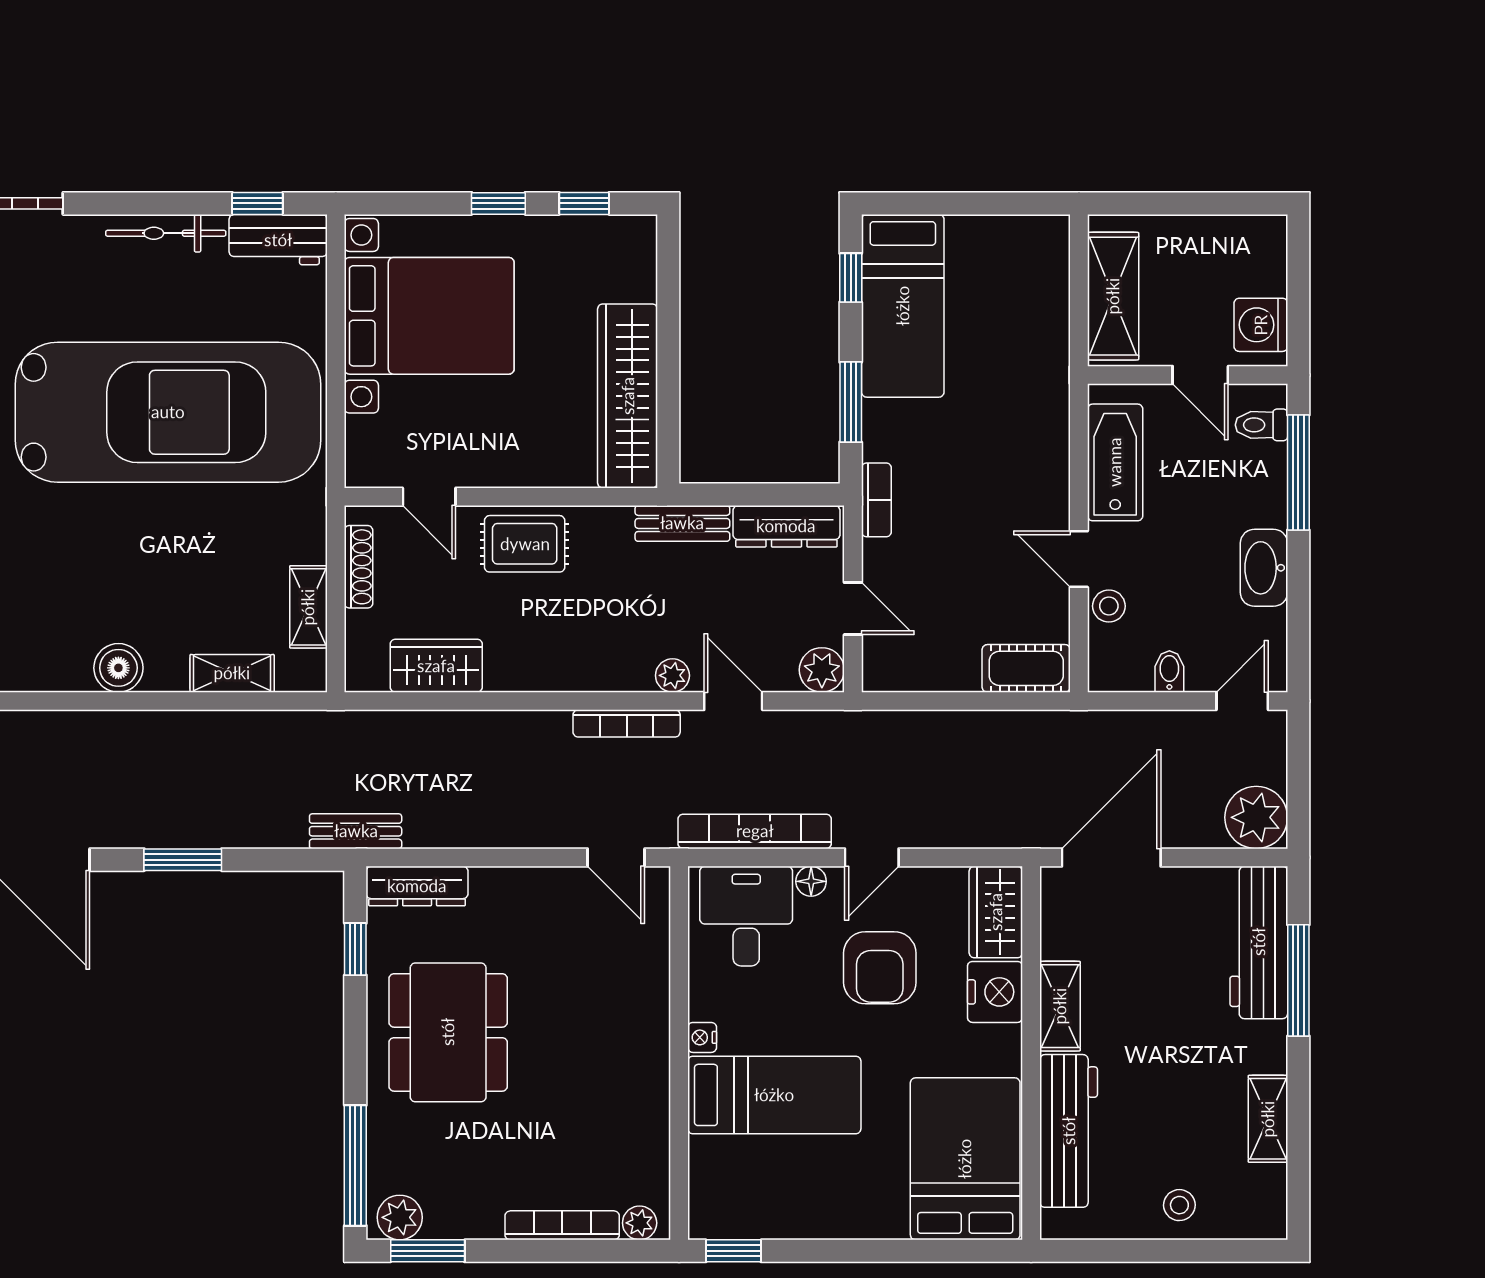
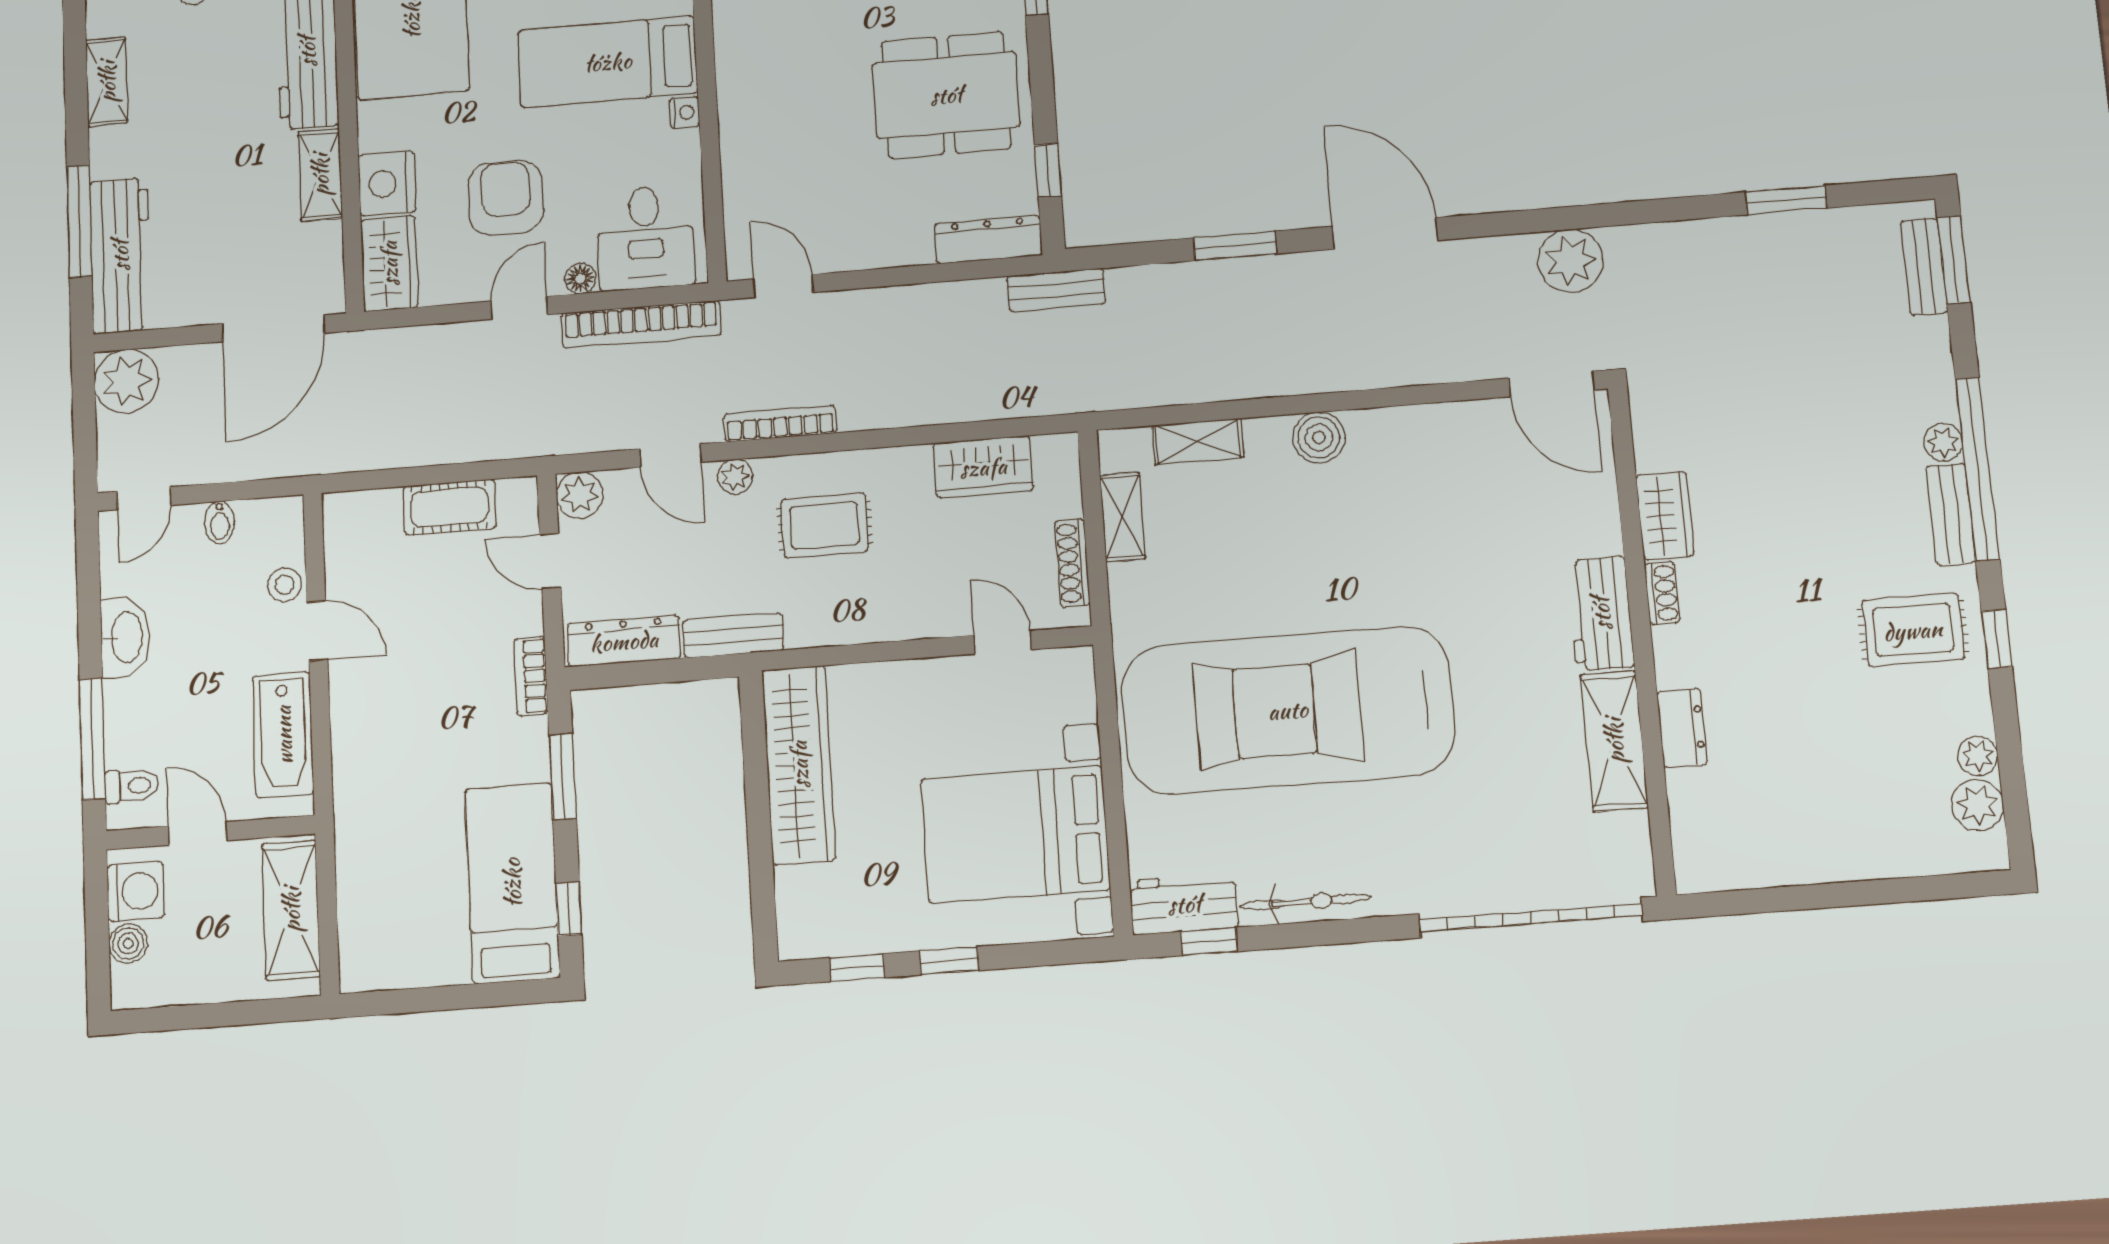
boiler: (1269, 276) -> (128, 944), added
rug: (525, 544) -> (825, 525), moved
cot: (1026, 668) -> (450, 507), moved
dining table: (448, 1032) -> (946, 95), turned 90

